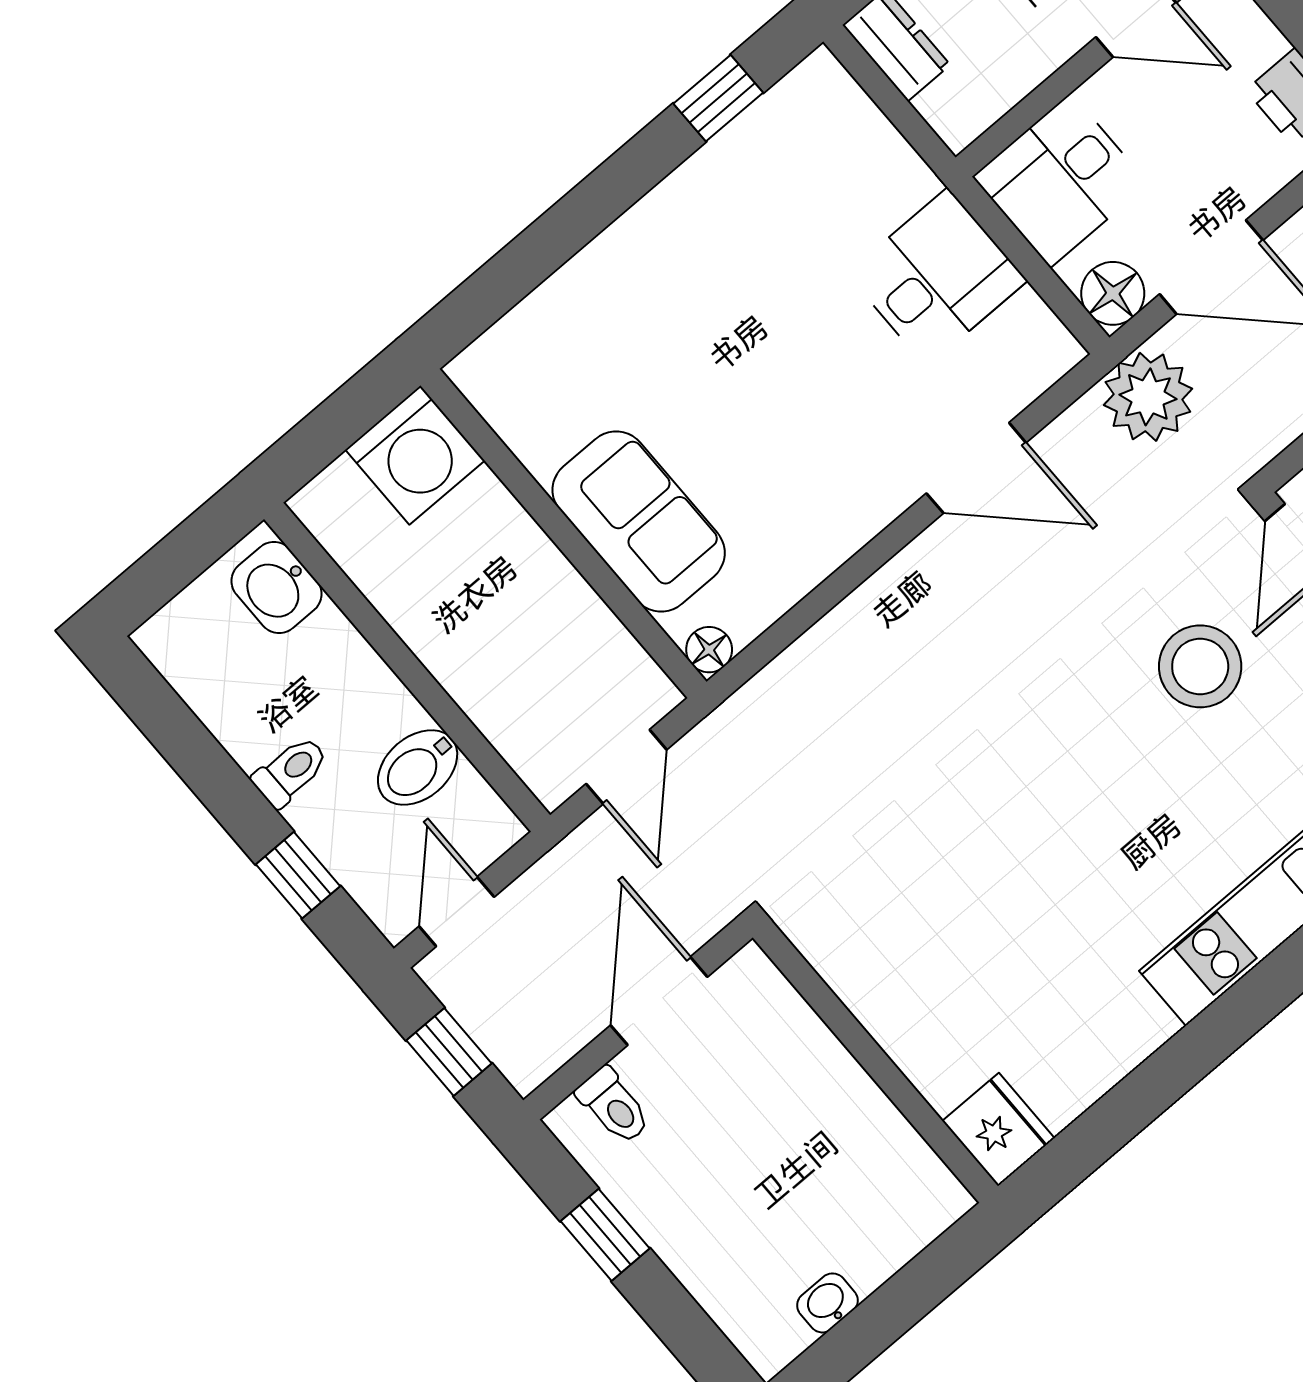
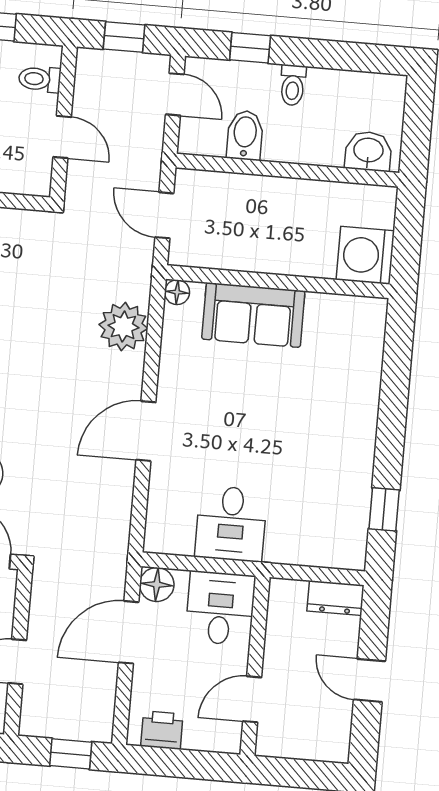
plant: (1148, 397) -> (123, 327), moved
door: (976, 468) -> (146, 431), moved
door: (659, 1001) -> (62, 137), width x0.73

